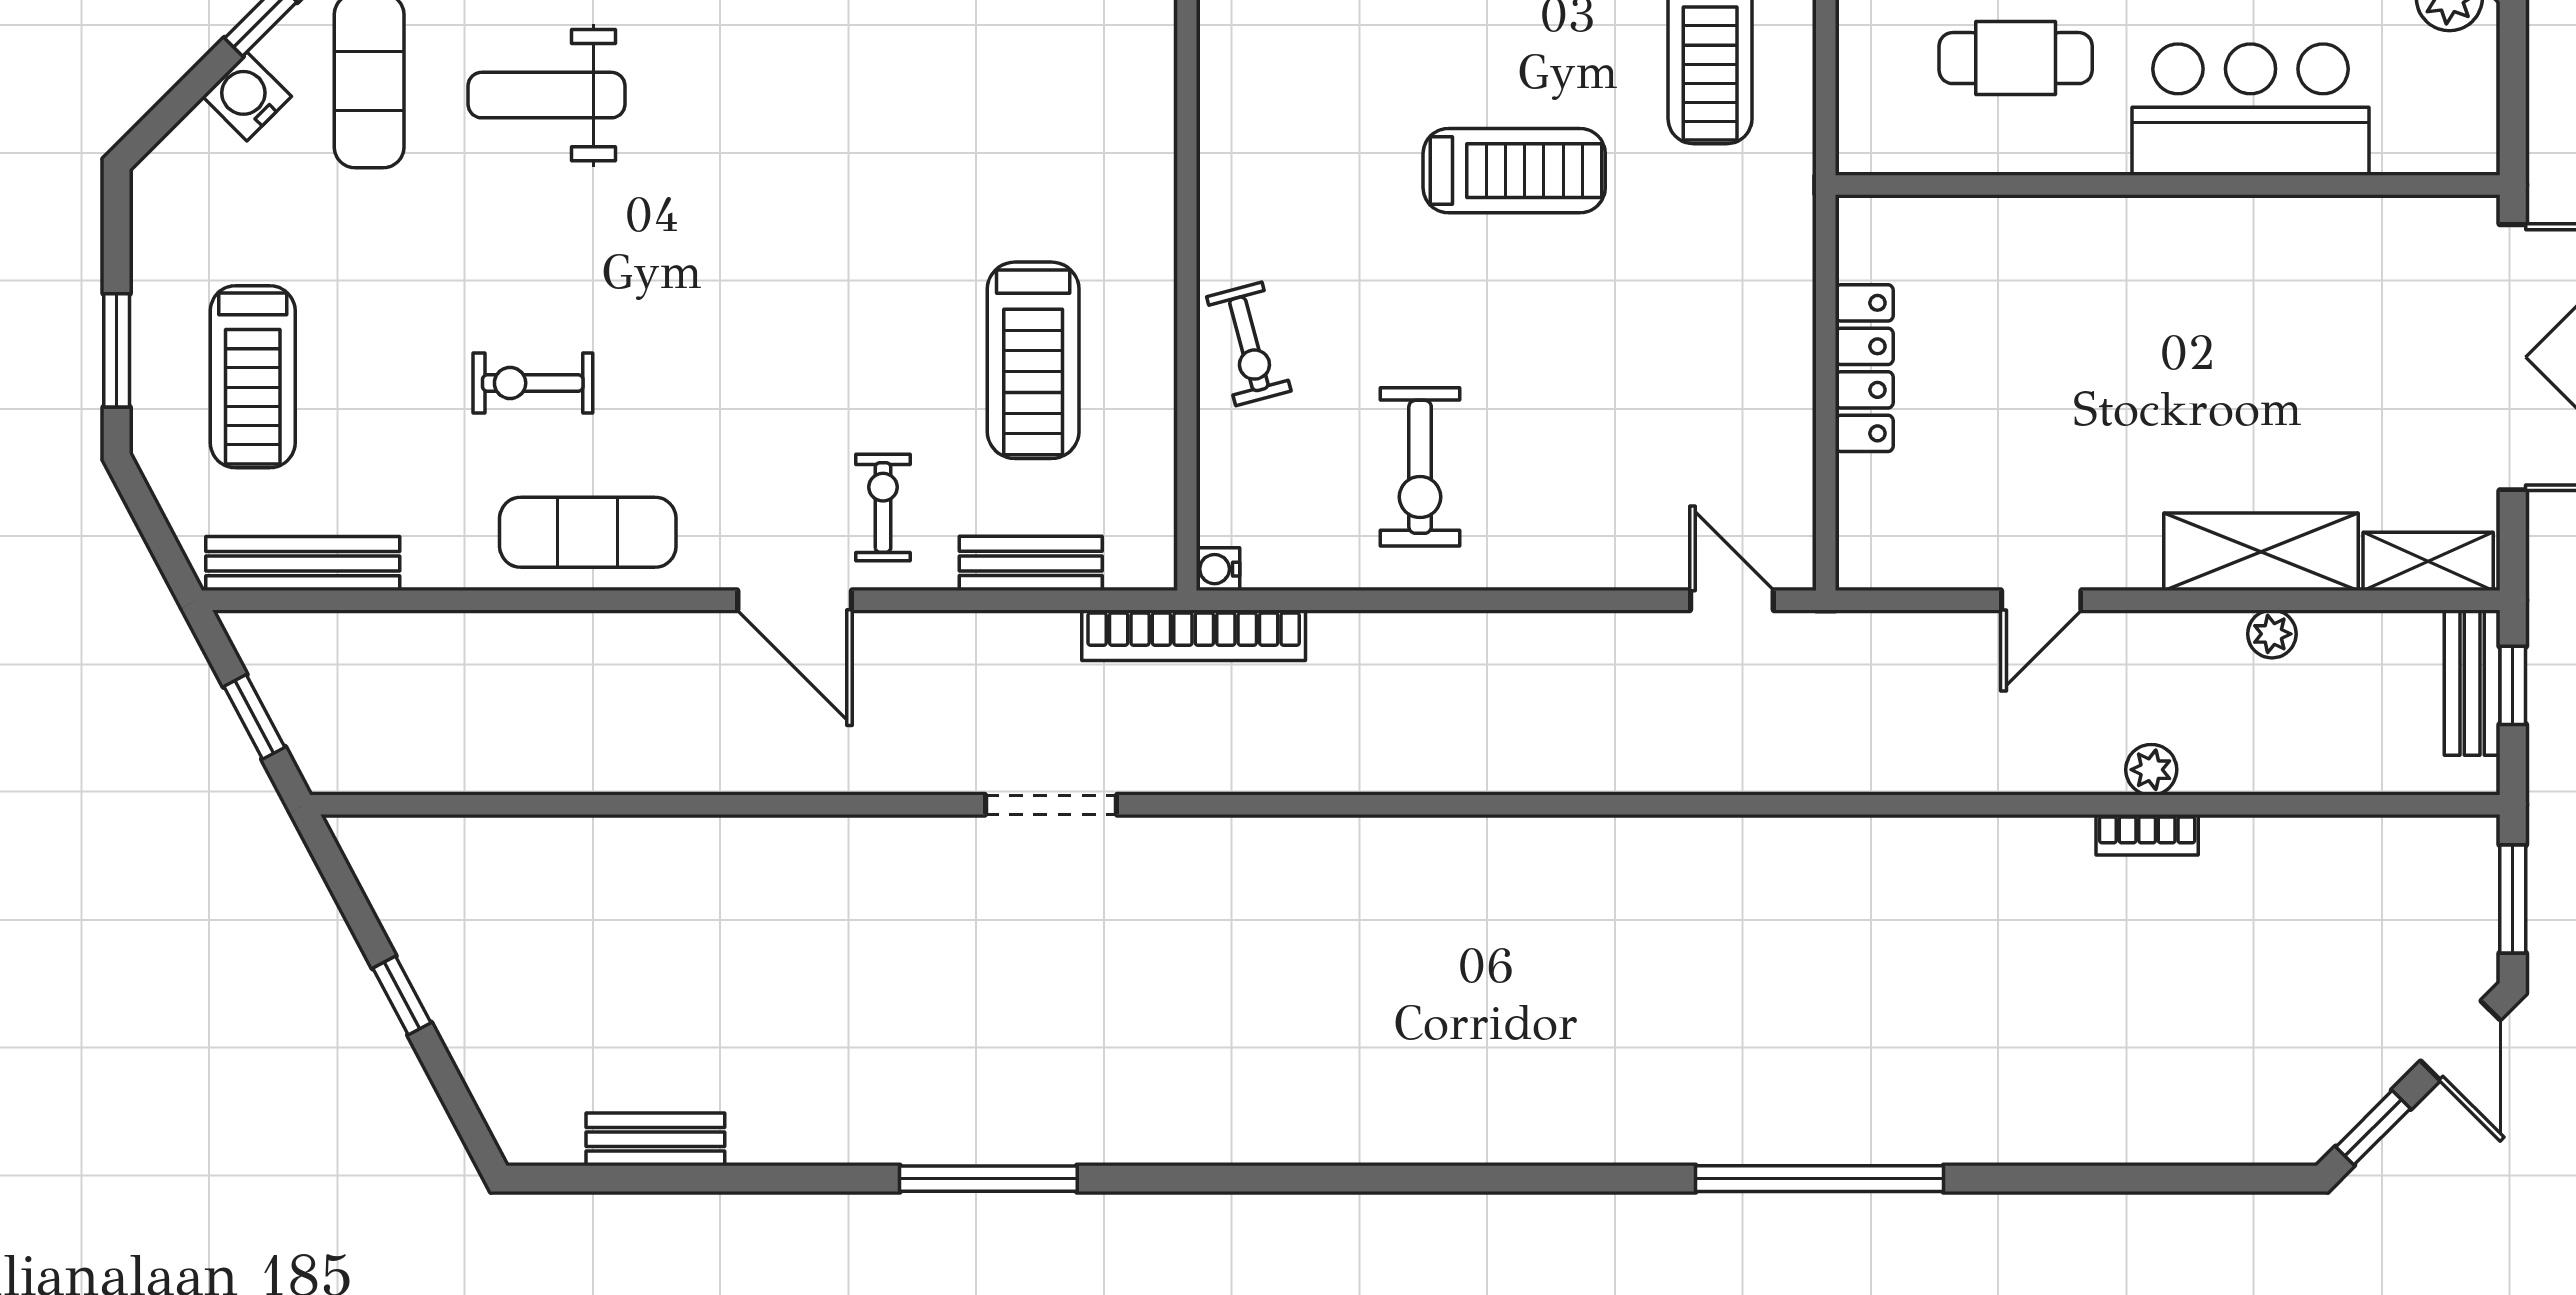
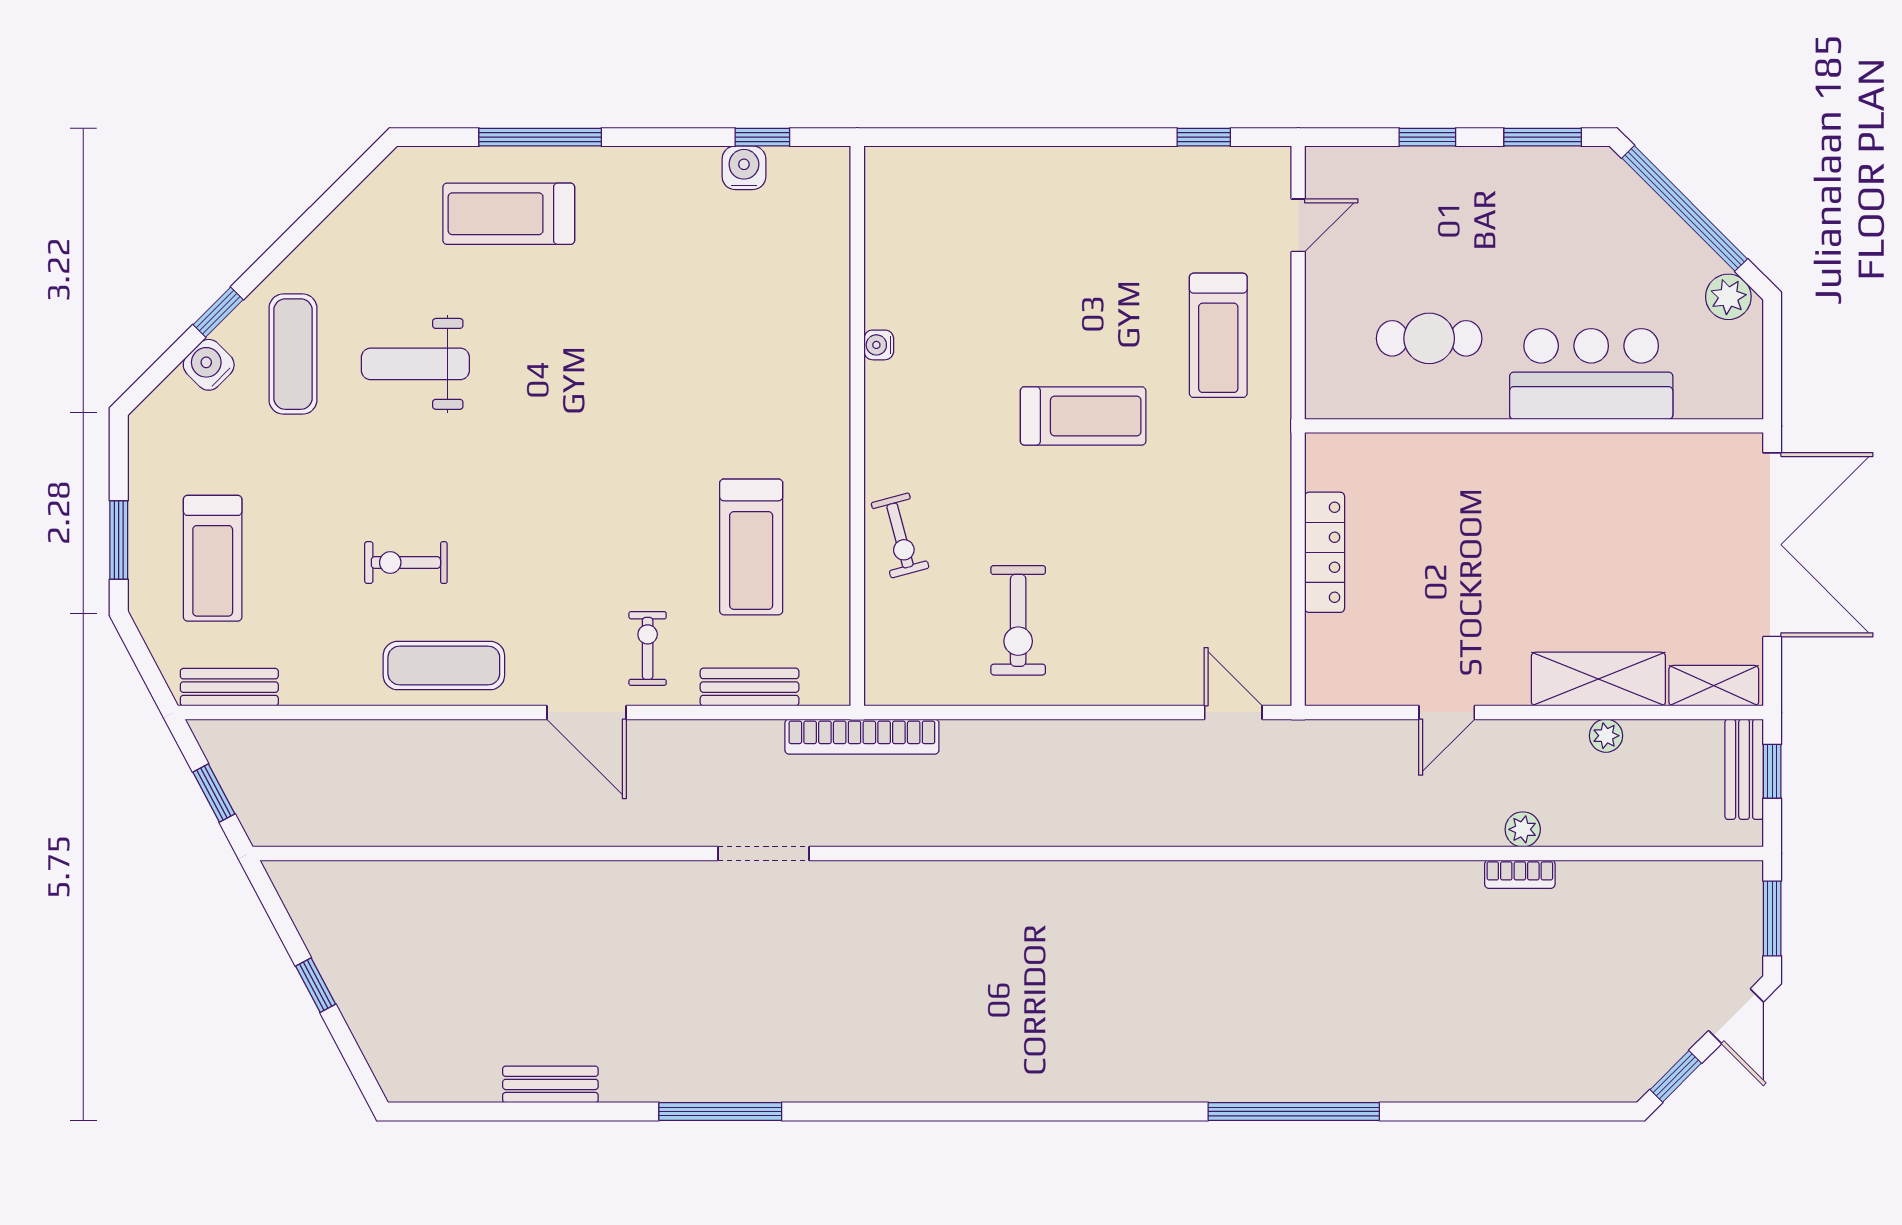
bench: (303, 564) -> (229, 687), width x0.73
water cooler: (1218, 569) -> (879, 345), moved
bench: (655, 1139) -> (550, 1084), moved

